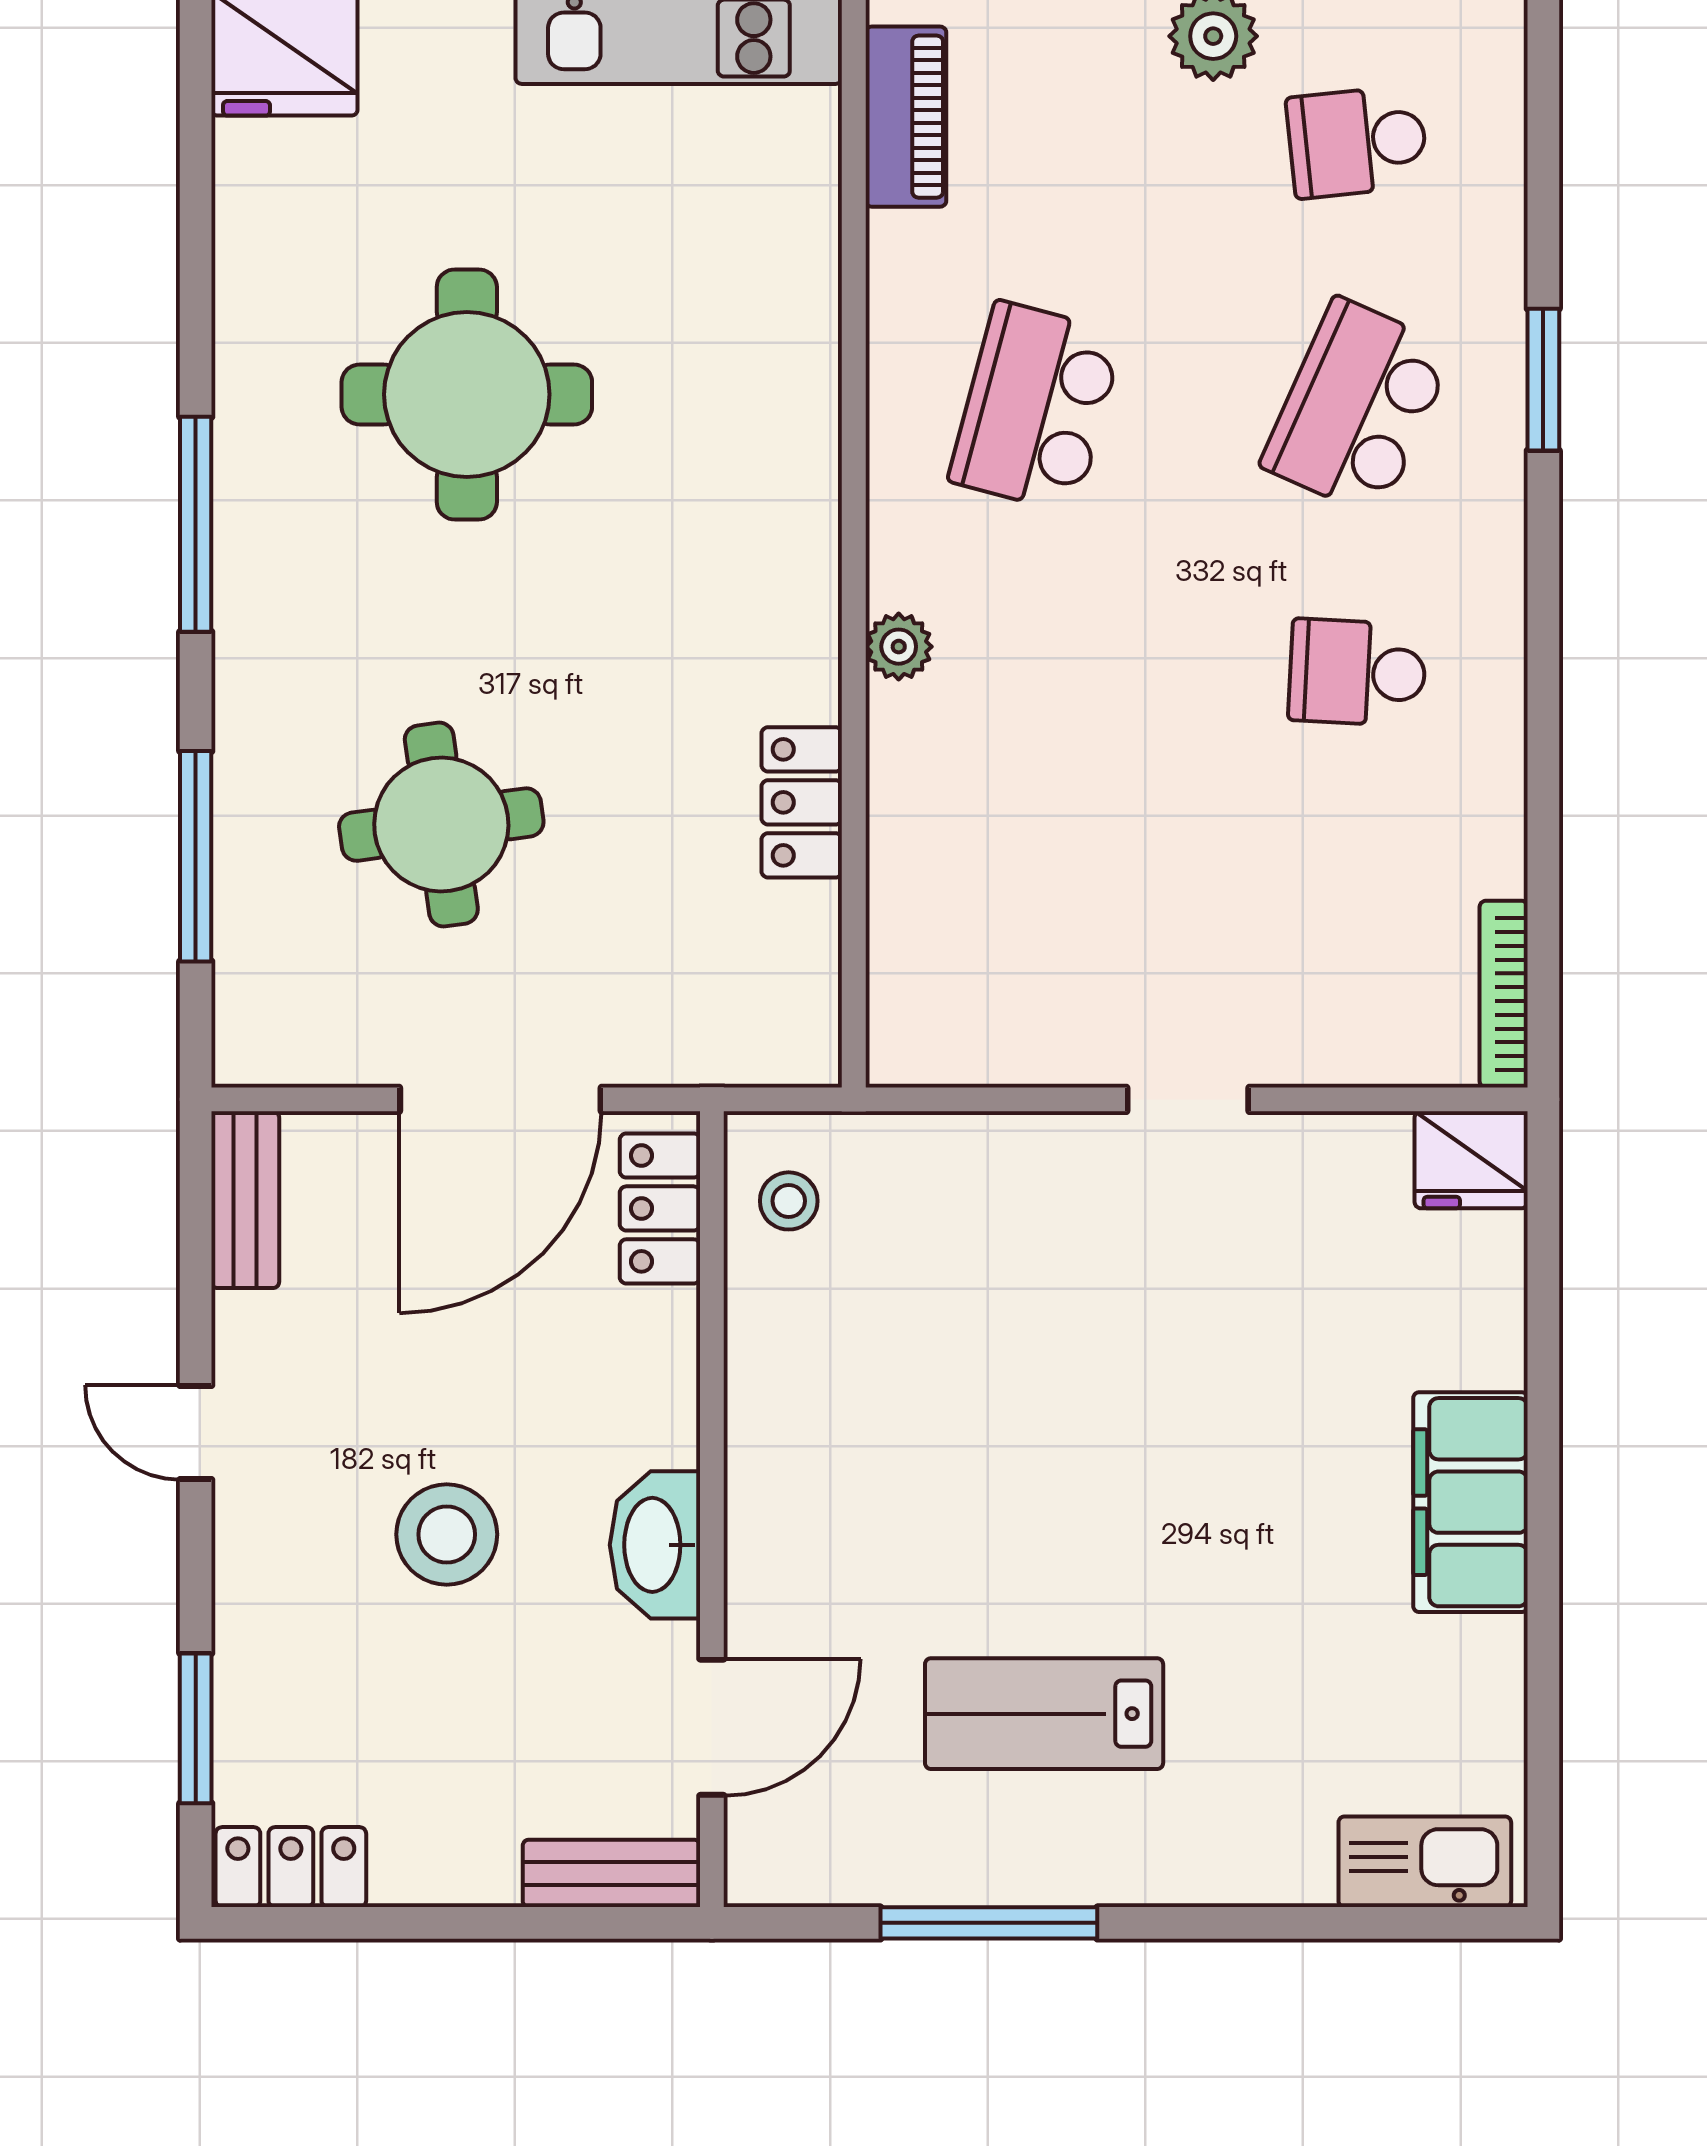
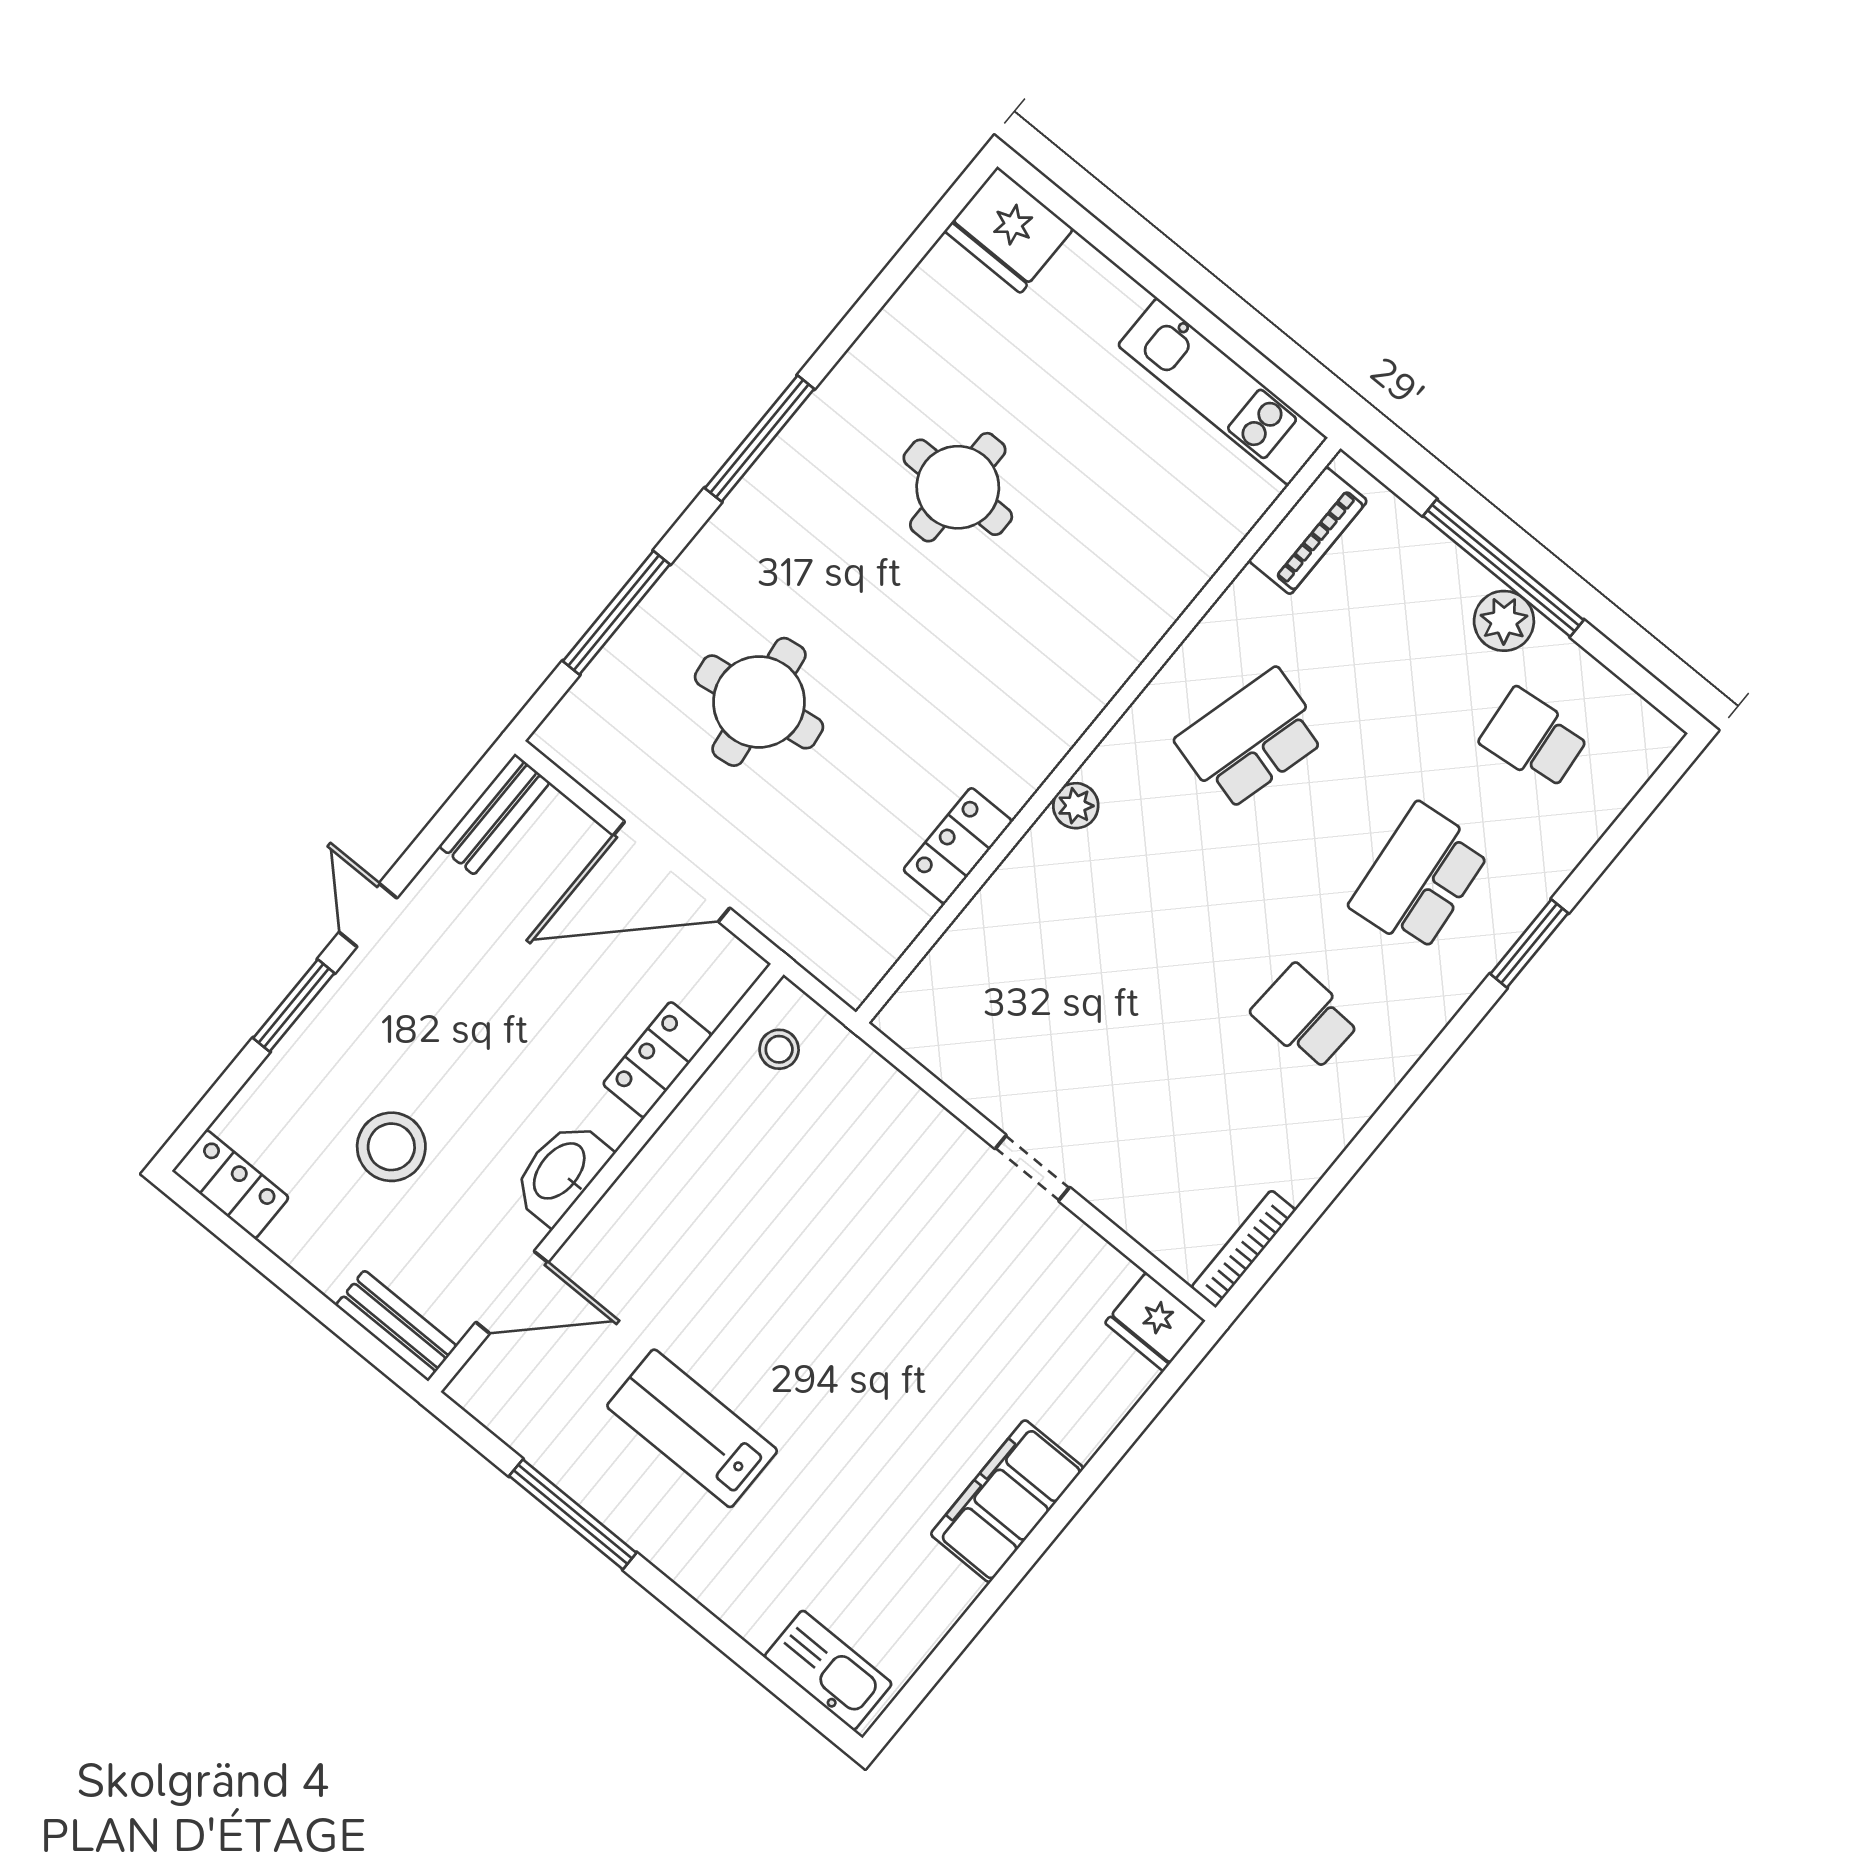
round table: (467, 394) -> (958, 487), width x0.73, depth x0.73
school desk: (1357, 407) -> (1420, 878), turned -30
locker: (660, 1208) -> (657, 1060), moved
stool: (447, 1534) -> (391, 1147), moved
window: (196, 1728) -> (294, 1006), moved

